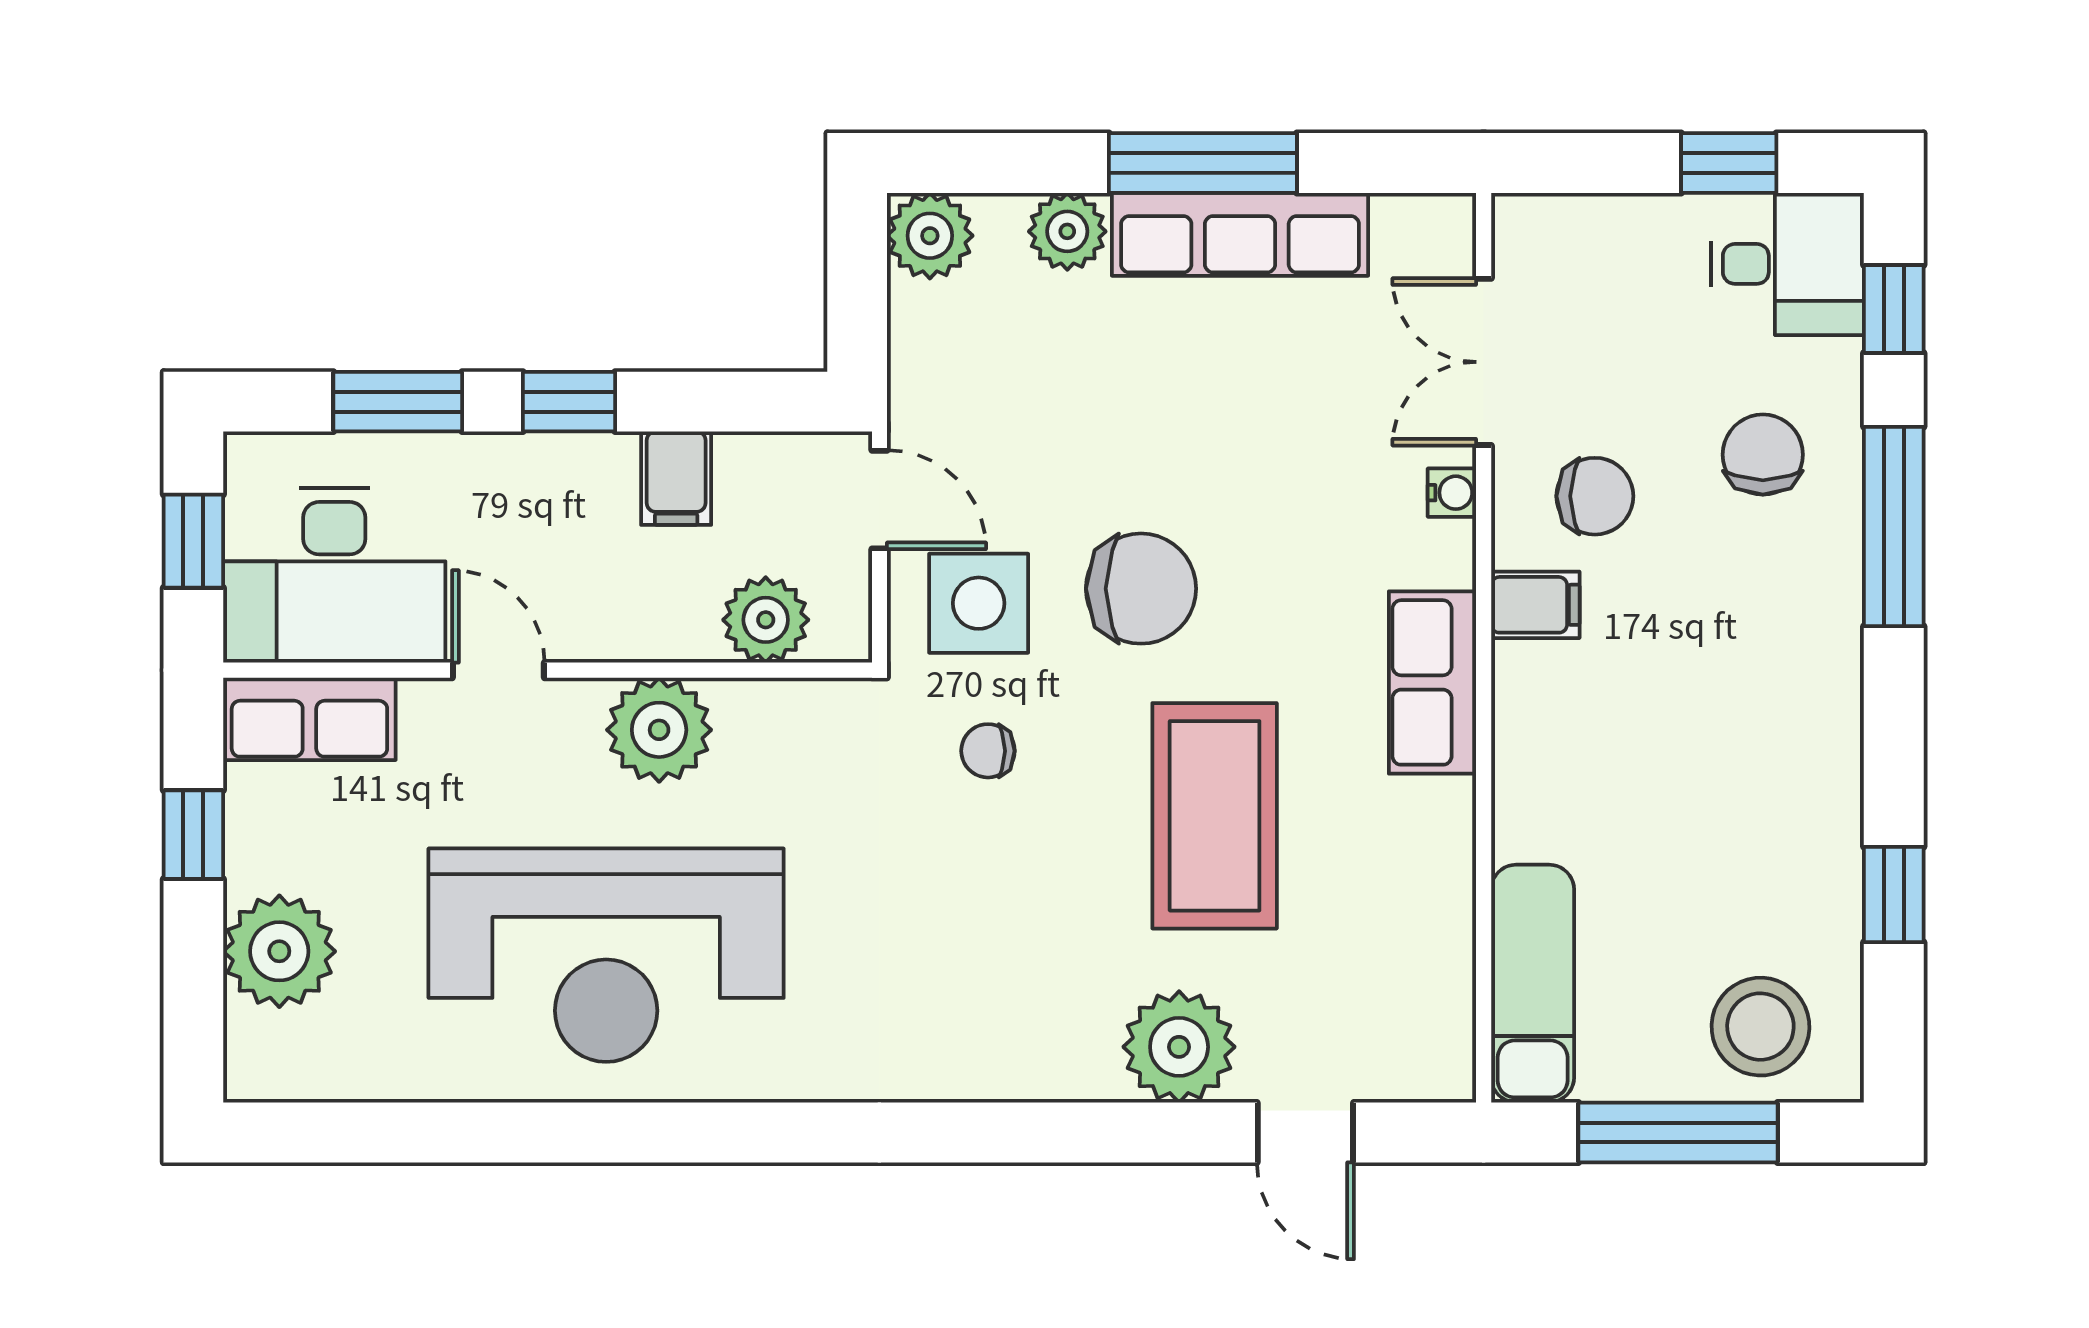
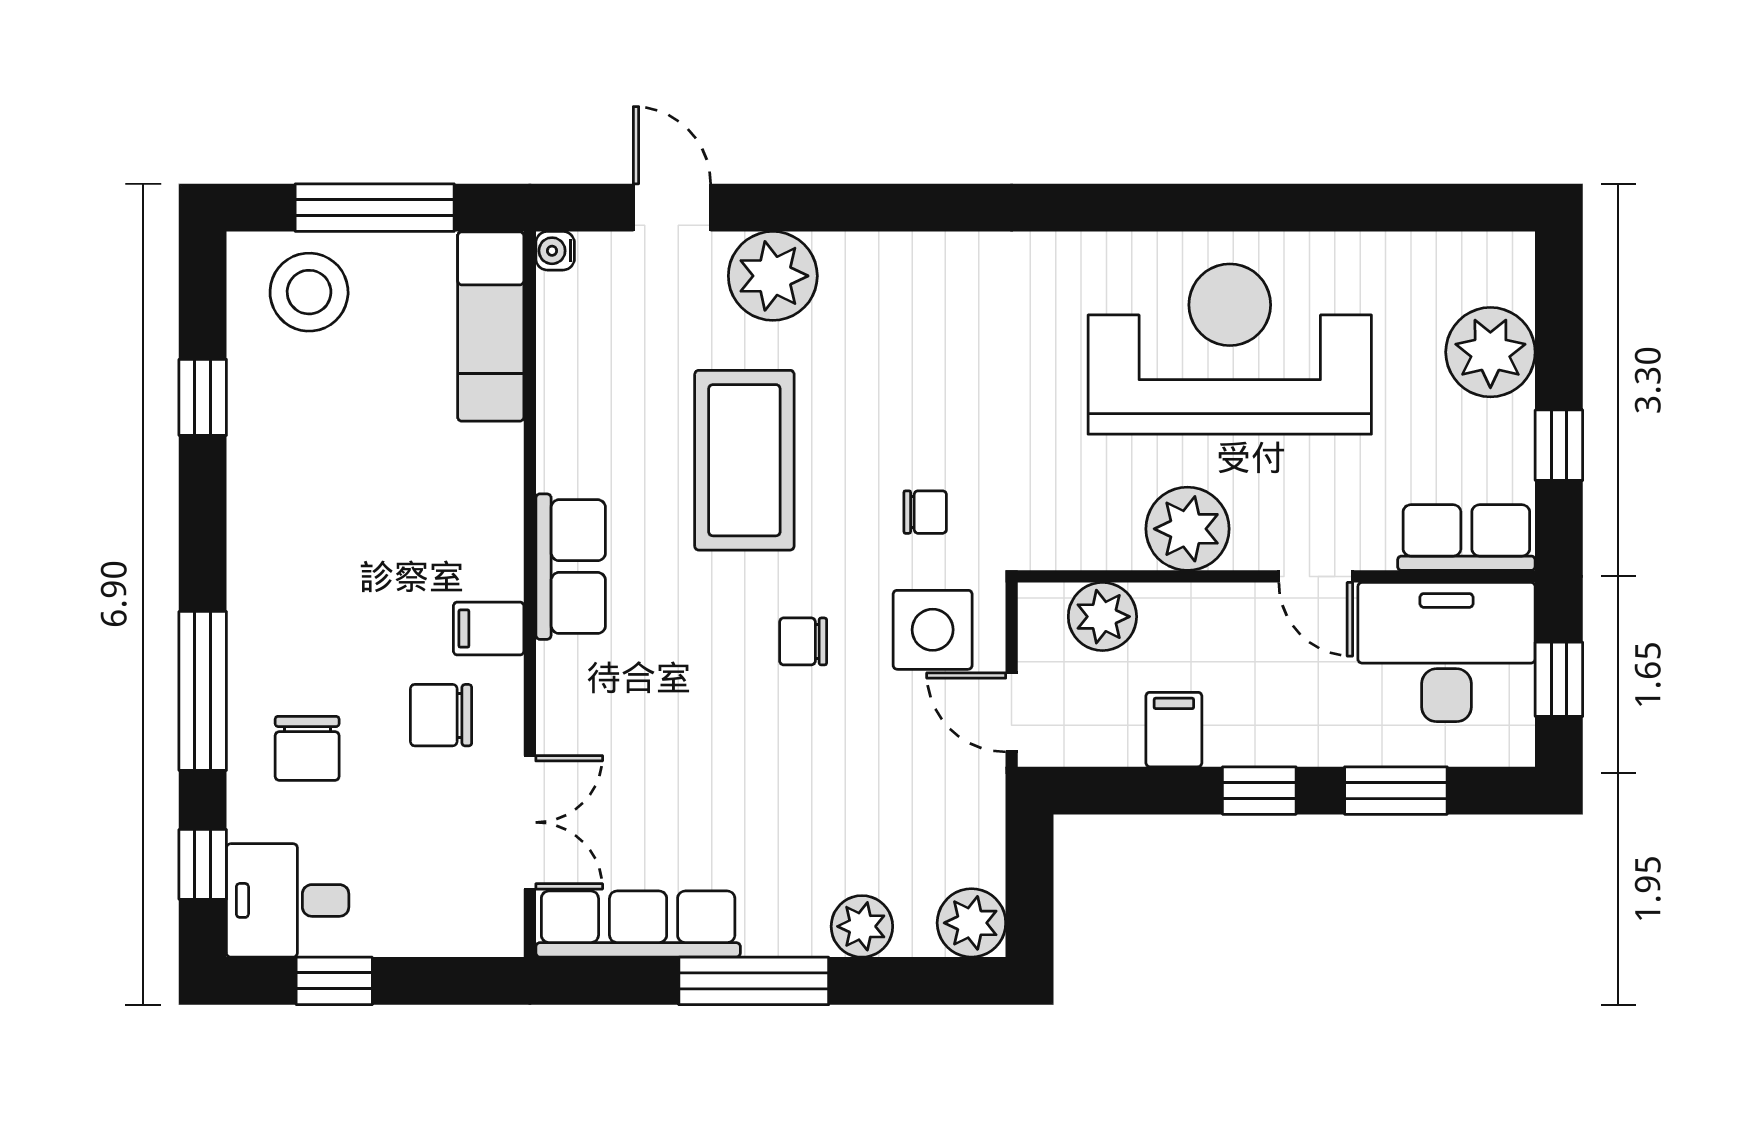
row of seats: (1240, 234) -> (638, 924), moved
water cooler: (1452, 493) -> (555, 251), moved
chair: (1141, 589) -> (803, 641), width x0.54, depth x0.54

